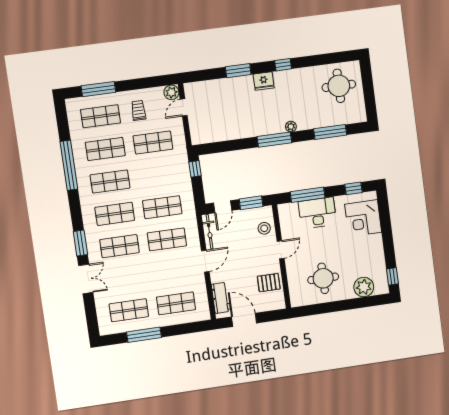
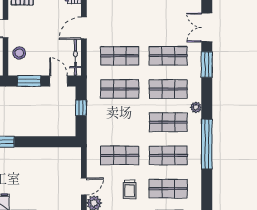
window: (195, 169) -> (81, 108), moved
plant: (85, 200) -> (196, 107), added
door: (223, 207) -> (59, 81), hinge flipped

